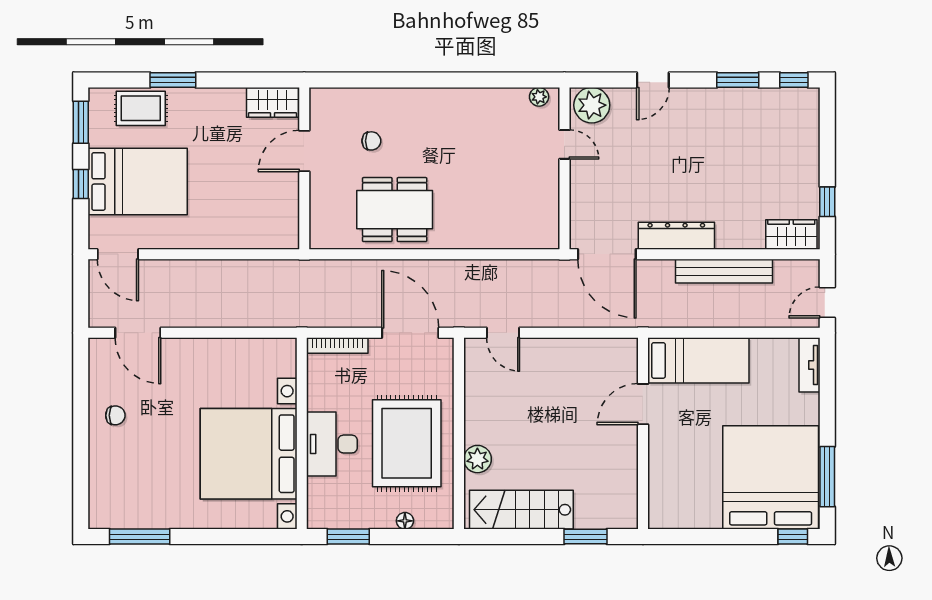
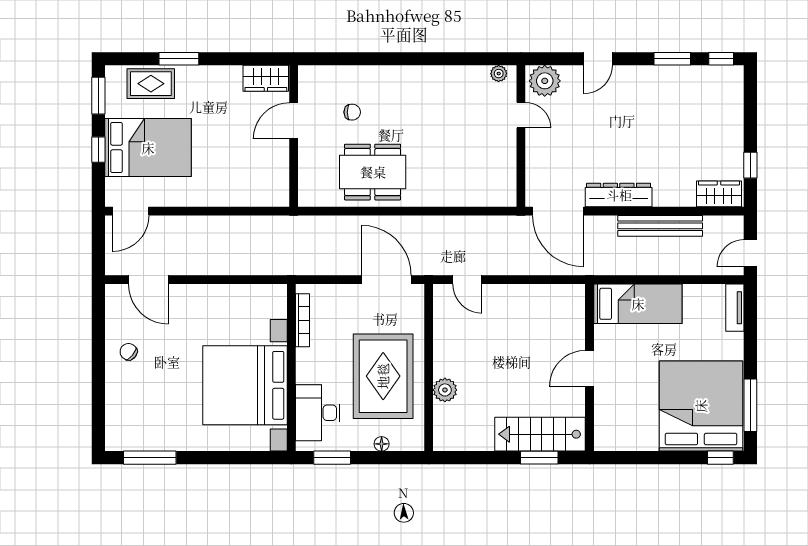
door: (118, 254) -> (131, 211), hinge flipped
bookcase: (337, 346) -> (303, 320), moved, turned -90
door: (643, 404) -> (589, 368), moved
chair: (115, 415) -> (129, 352), turned -140
desk: (332, 444) -> (318, 413), moved
stairs: (521, 510) -> (540, 434), moved

